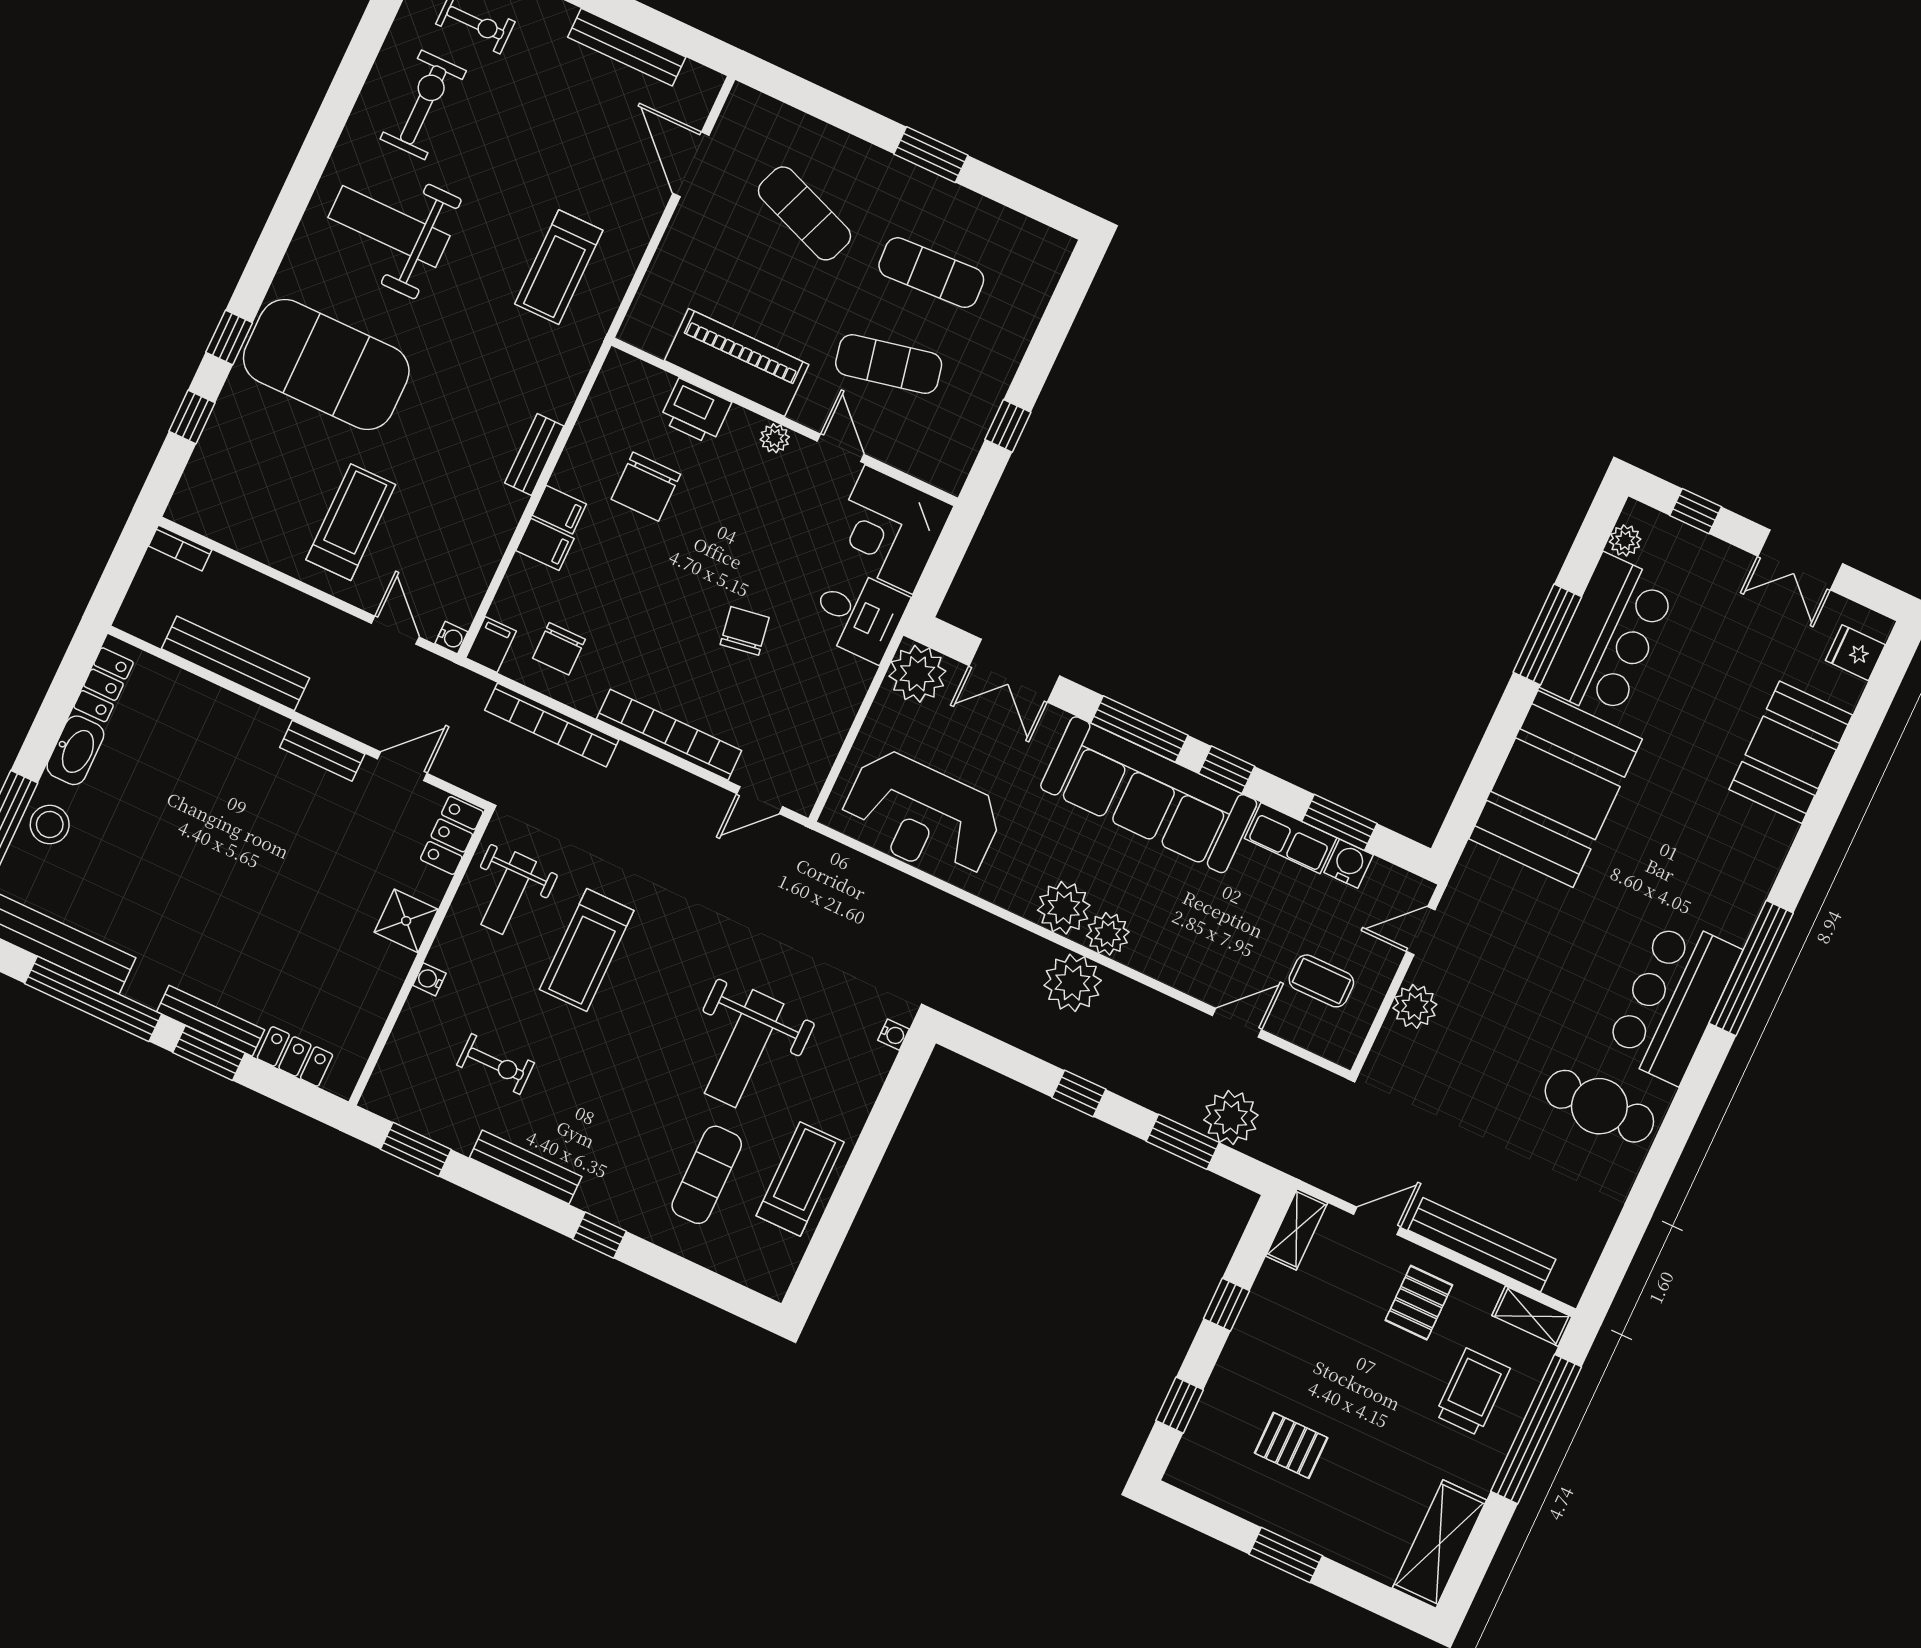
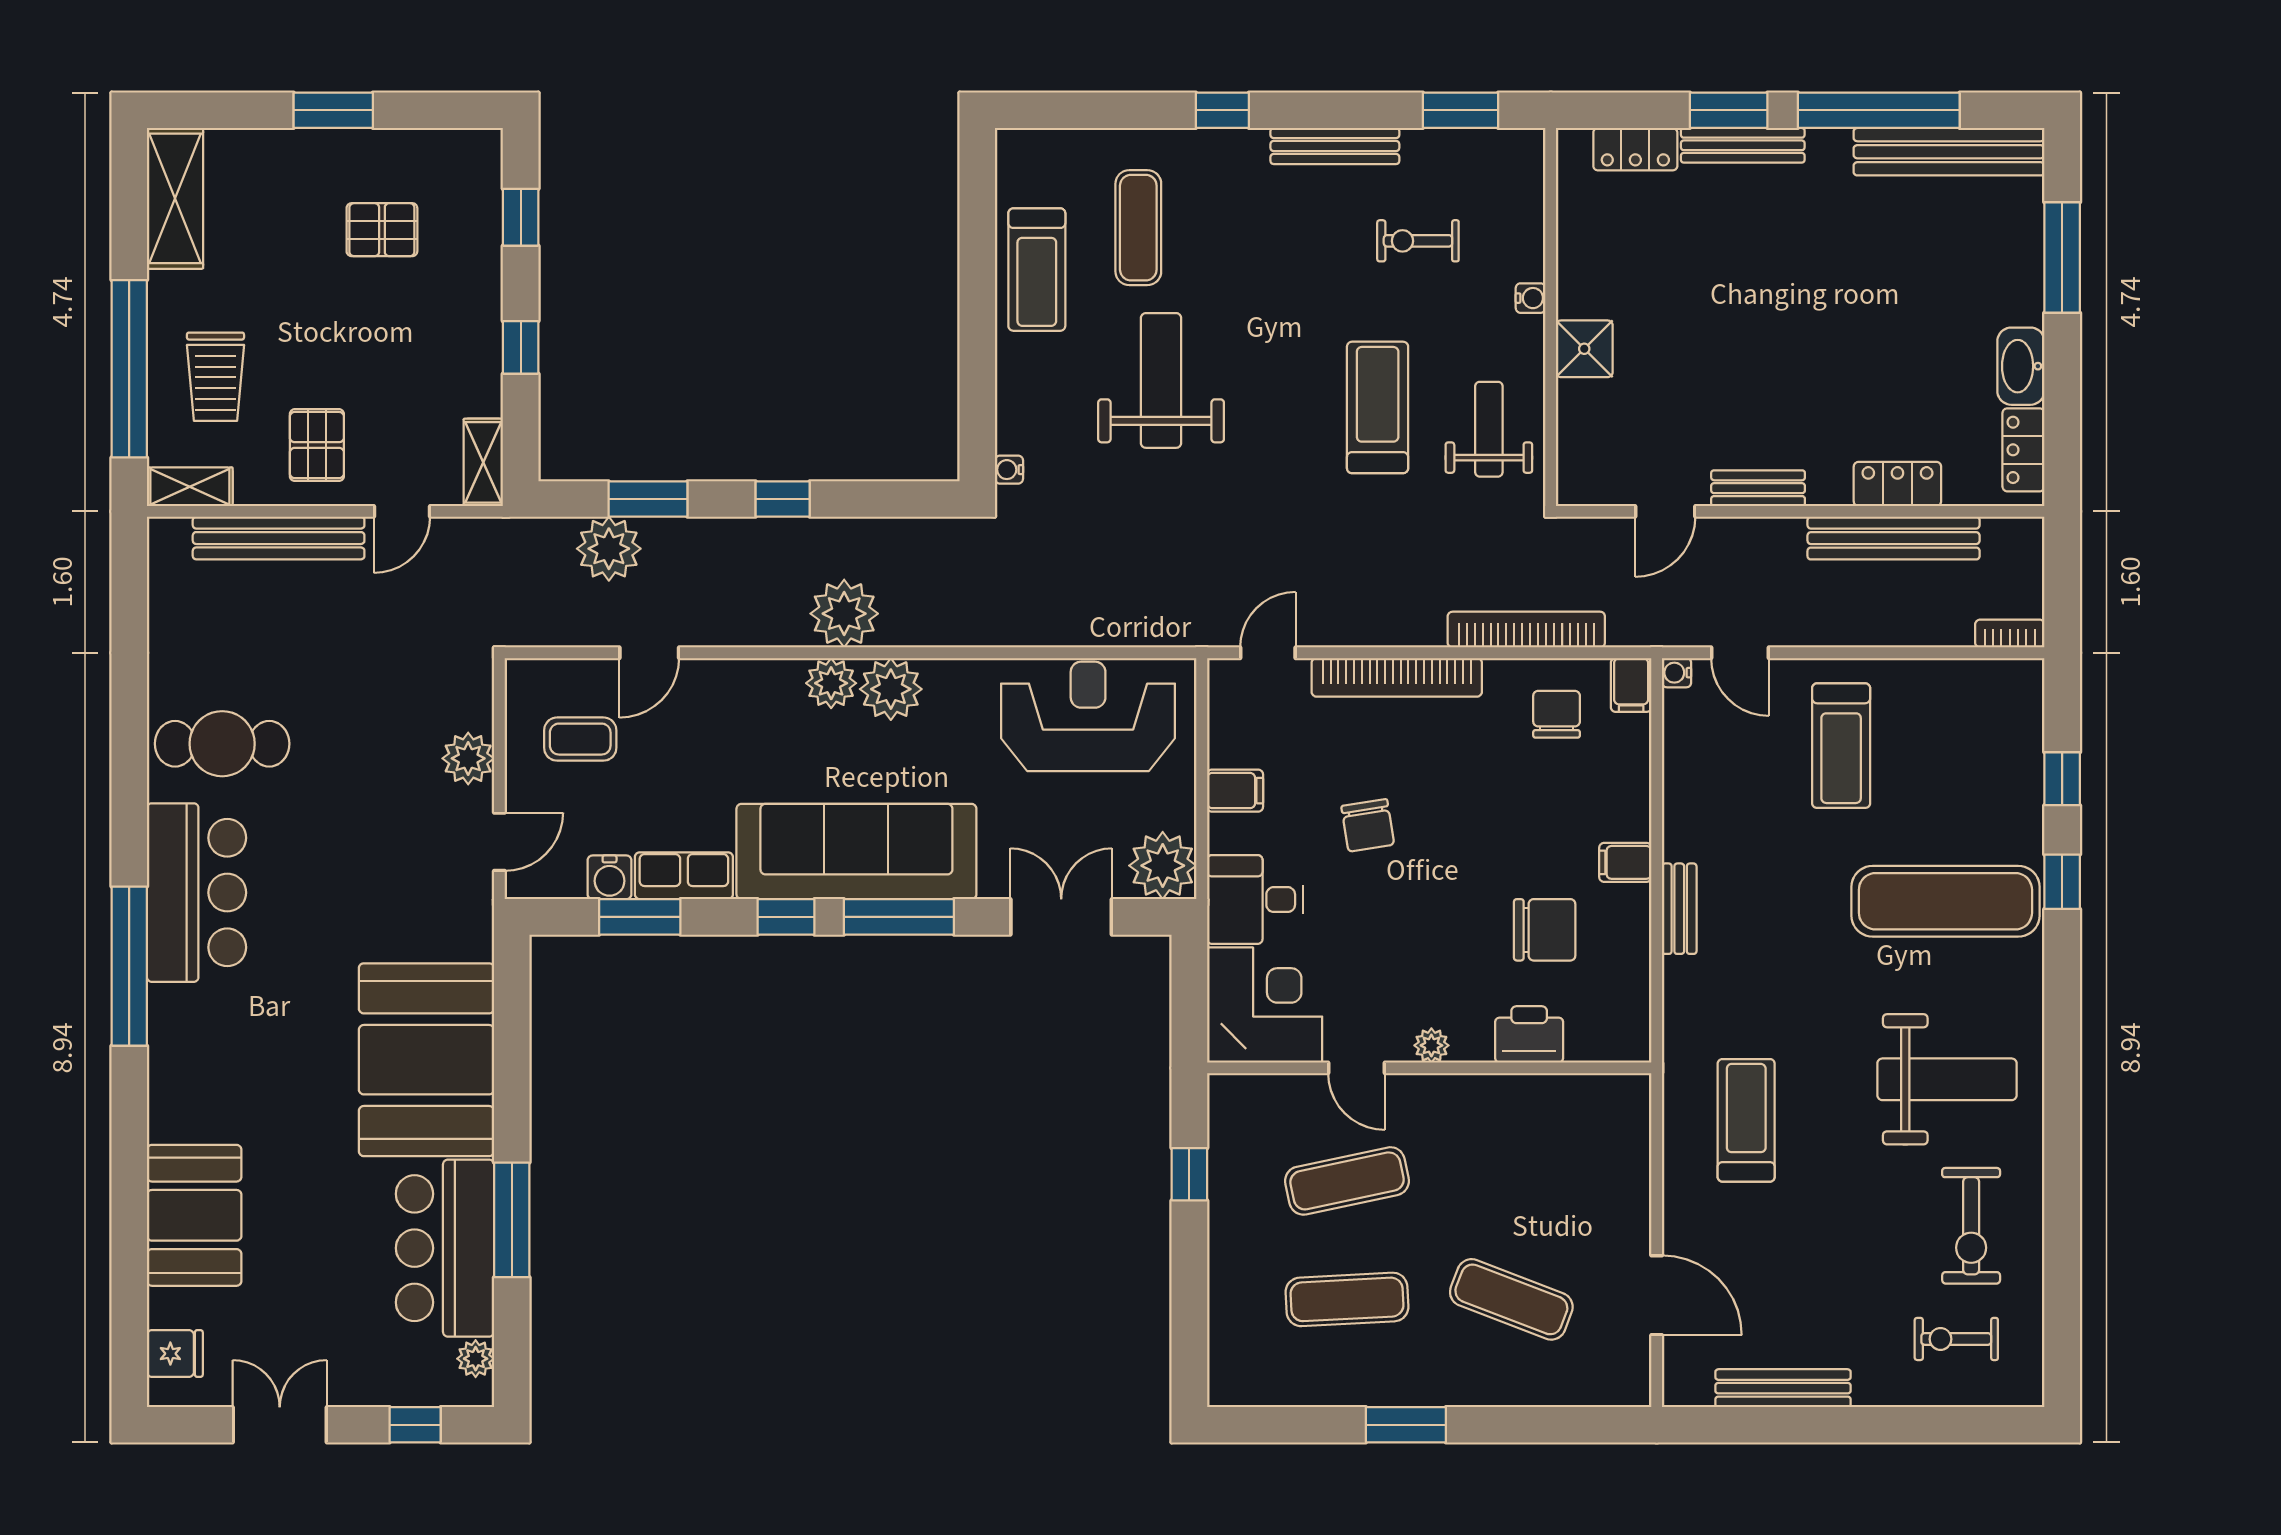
piano: (737, 363) -> (1510, 1107), removed
exercise mat: (326, 365) -> (1945, 901), width x0.68
chair: (646, 487) -> (1545, 930), turned 90
filing cabinet: (545, 544) -> (1235, 791), moved, turned 180
stool: (50, 825) -> (2011, 274), removed
locker: (452, 835) -> (1897, 484), moved, turned -90

